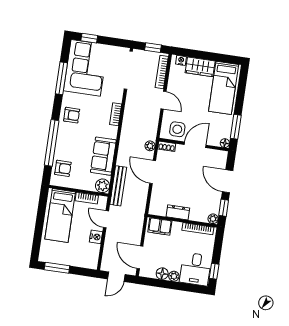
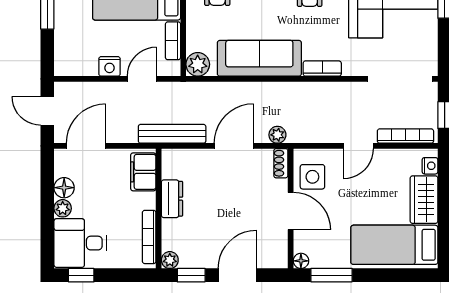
sofa: (103, 156) -> (259, 58), width x1.36
bench: (118, 186) -> (172, 134), moved

